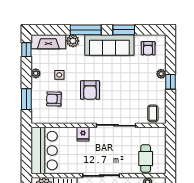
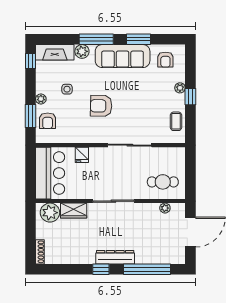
plant: (36, 73) -> (41, 99), moved
armchair: (90, 90) -> (101, 106), turned 91
armchair: (54, 99) -> (48, 121), moved, turned -92
coffee table: (153, 113) -> (176, 121), moved
fridge: (83, 134) -> (82, 155), moved
cafe table: (146, 158) -> (163, 182), turned 90

